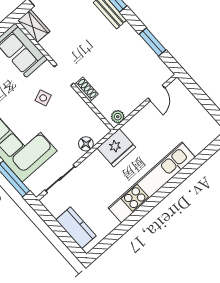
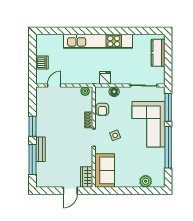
window: (153, 42) -> (32, 126), moved
dishwasher: (191, 106) -> (42, 63), added
armchair: (82, 114) -> (102, 109), added
fridge: (116, 148) -> (105, 78), width x0.53, depth x0.75

